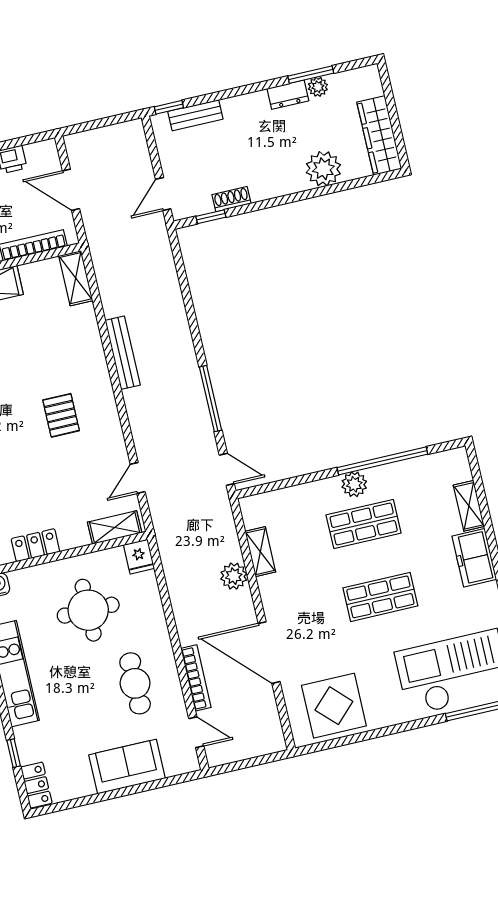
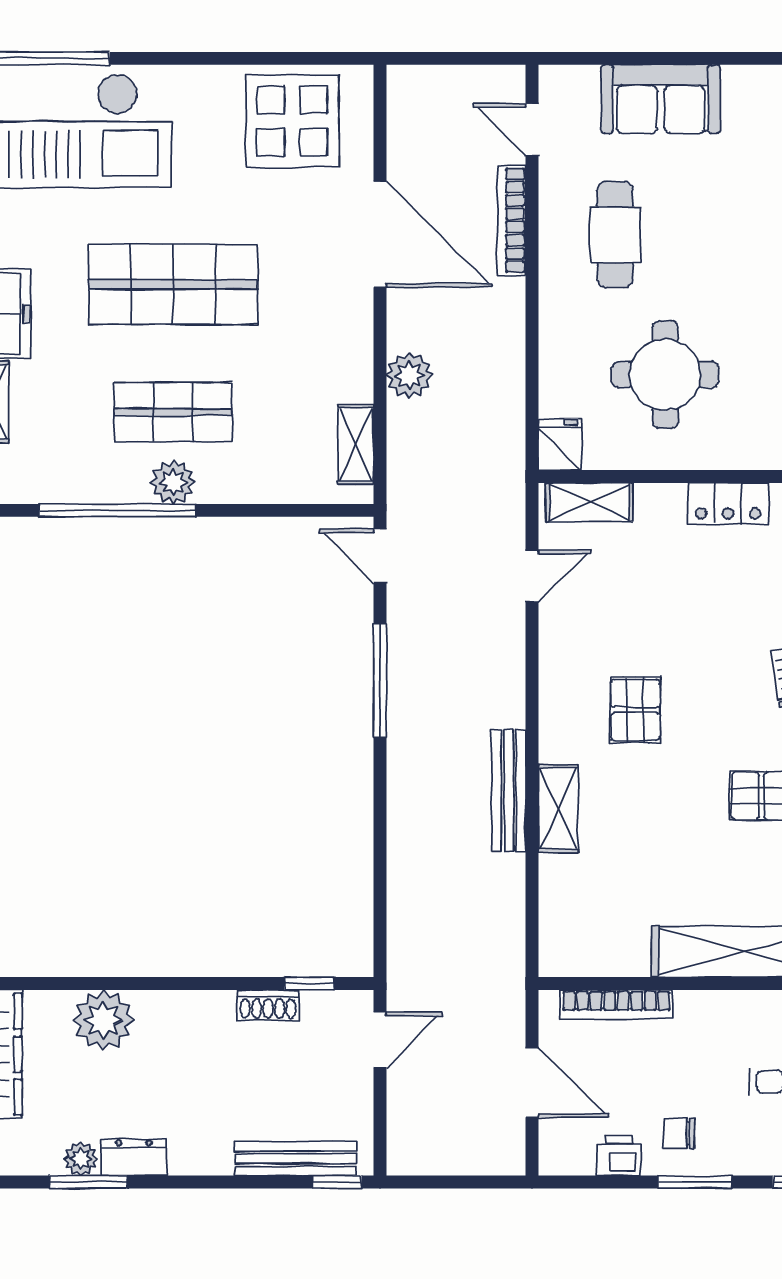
bench: (195, 115) -> (296, 1159), width x1.36
shelving: (76, 278) -> (558, 808), moved
shelving: (260, 552) -> (356, 445), moved
shop shelf: (380, 597) -> (173, 284), width x1.43, depth x1.36

